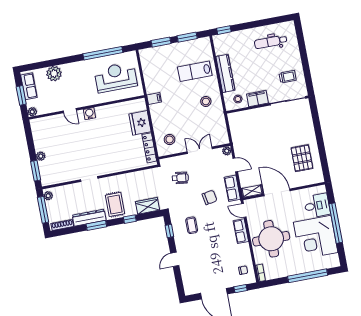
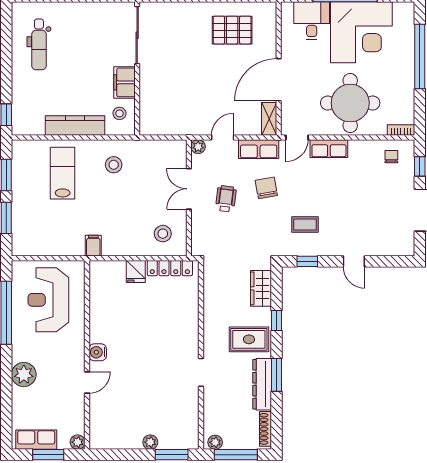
lab bench: (195, 71) -> (63, 173), turned 180
plant: (54, 74) -> (24, 374), moved
trolley: (288, 77) -> (99, 28), removed
fridge: (140, 123) -> (136, 271), width x0.53, depth x0.75
wheelchair: (180, 178) -> (226, 199), moved

